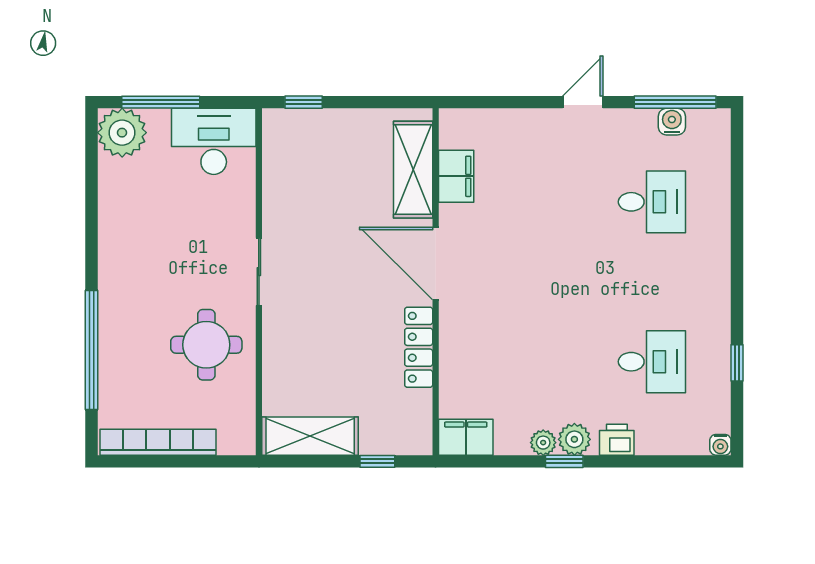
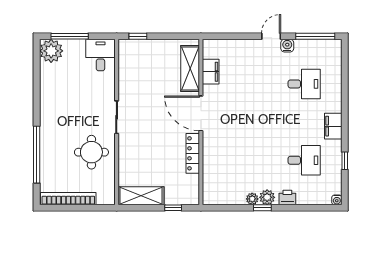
water cooler: (672, 122) -> (287, 46), moved
desk: (214, 141) -> (100, 55), width x0.73
filing cabinet: (466, 437) -> (333, 126), moved, turned -90

